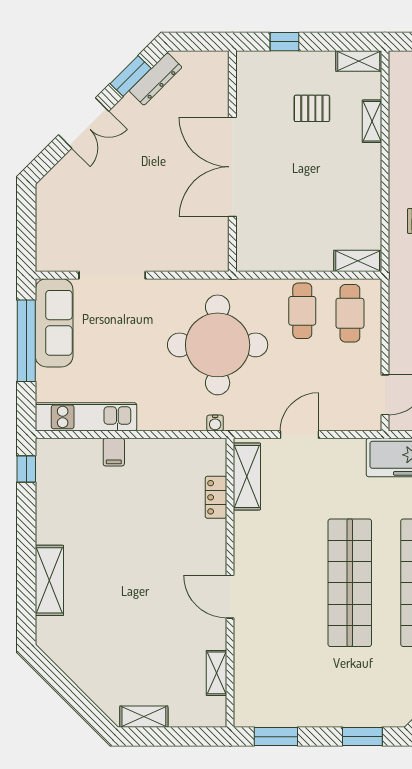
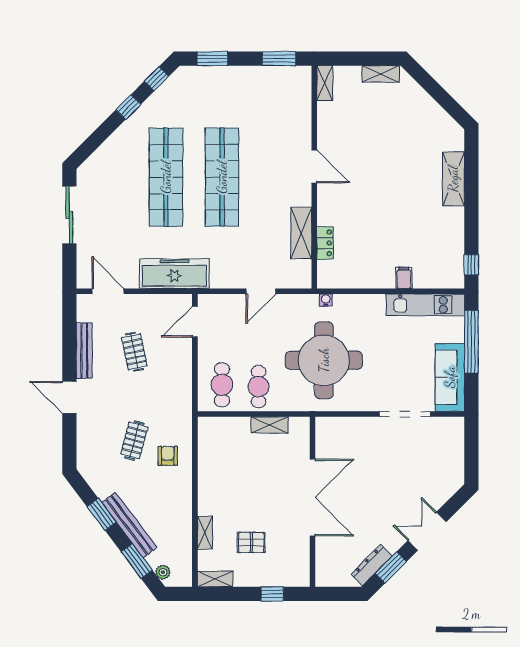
shelving: (358, 261) -> (270, 425), moved
window: (26, 341) -> (471, 342), moved
shelving: (247, 476) -> (301, 233), moved
shelving: (216, 673) -> (325, 83), moved

